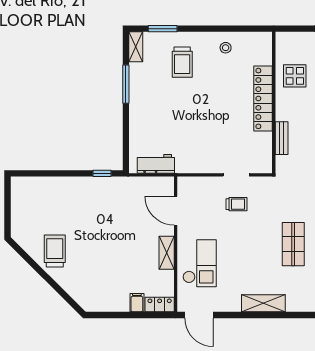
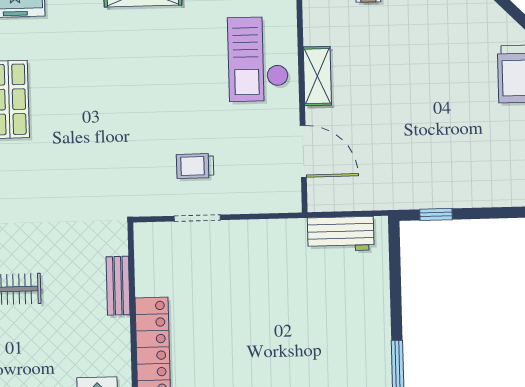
shop shelf: (293, 244) -> (92, 97), removed

